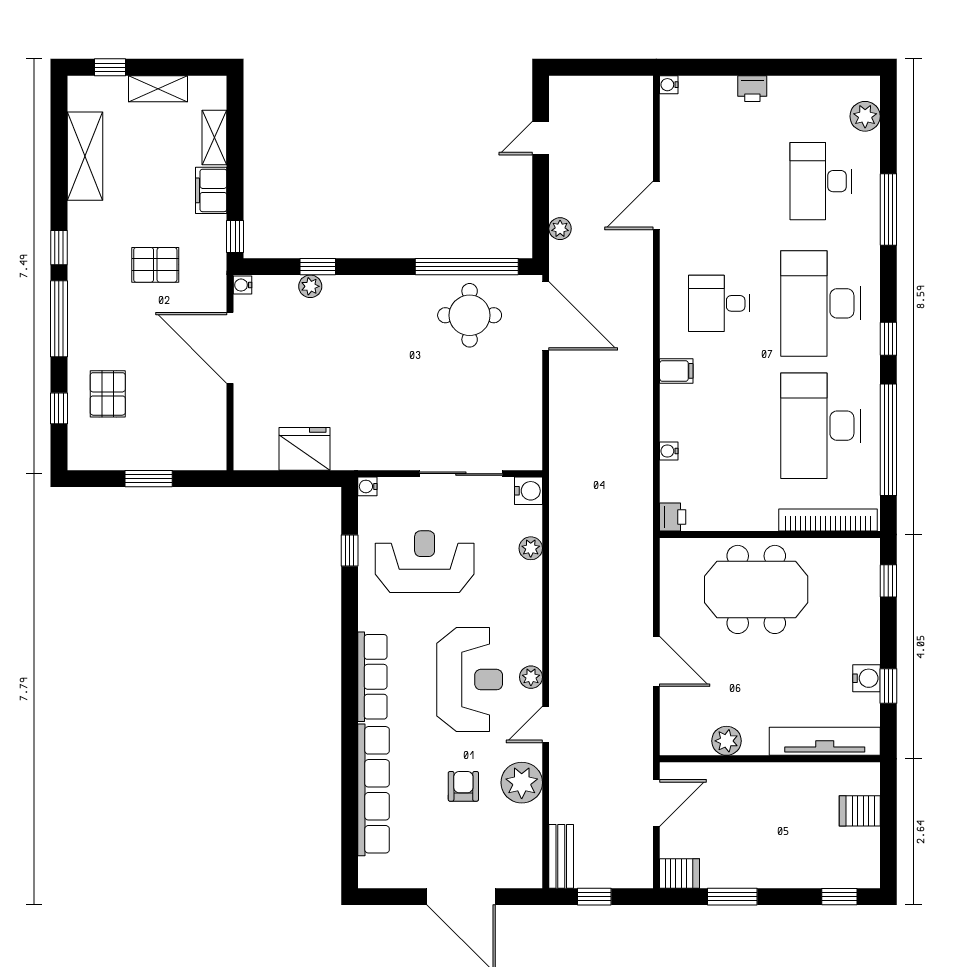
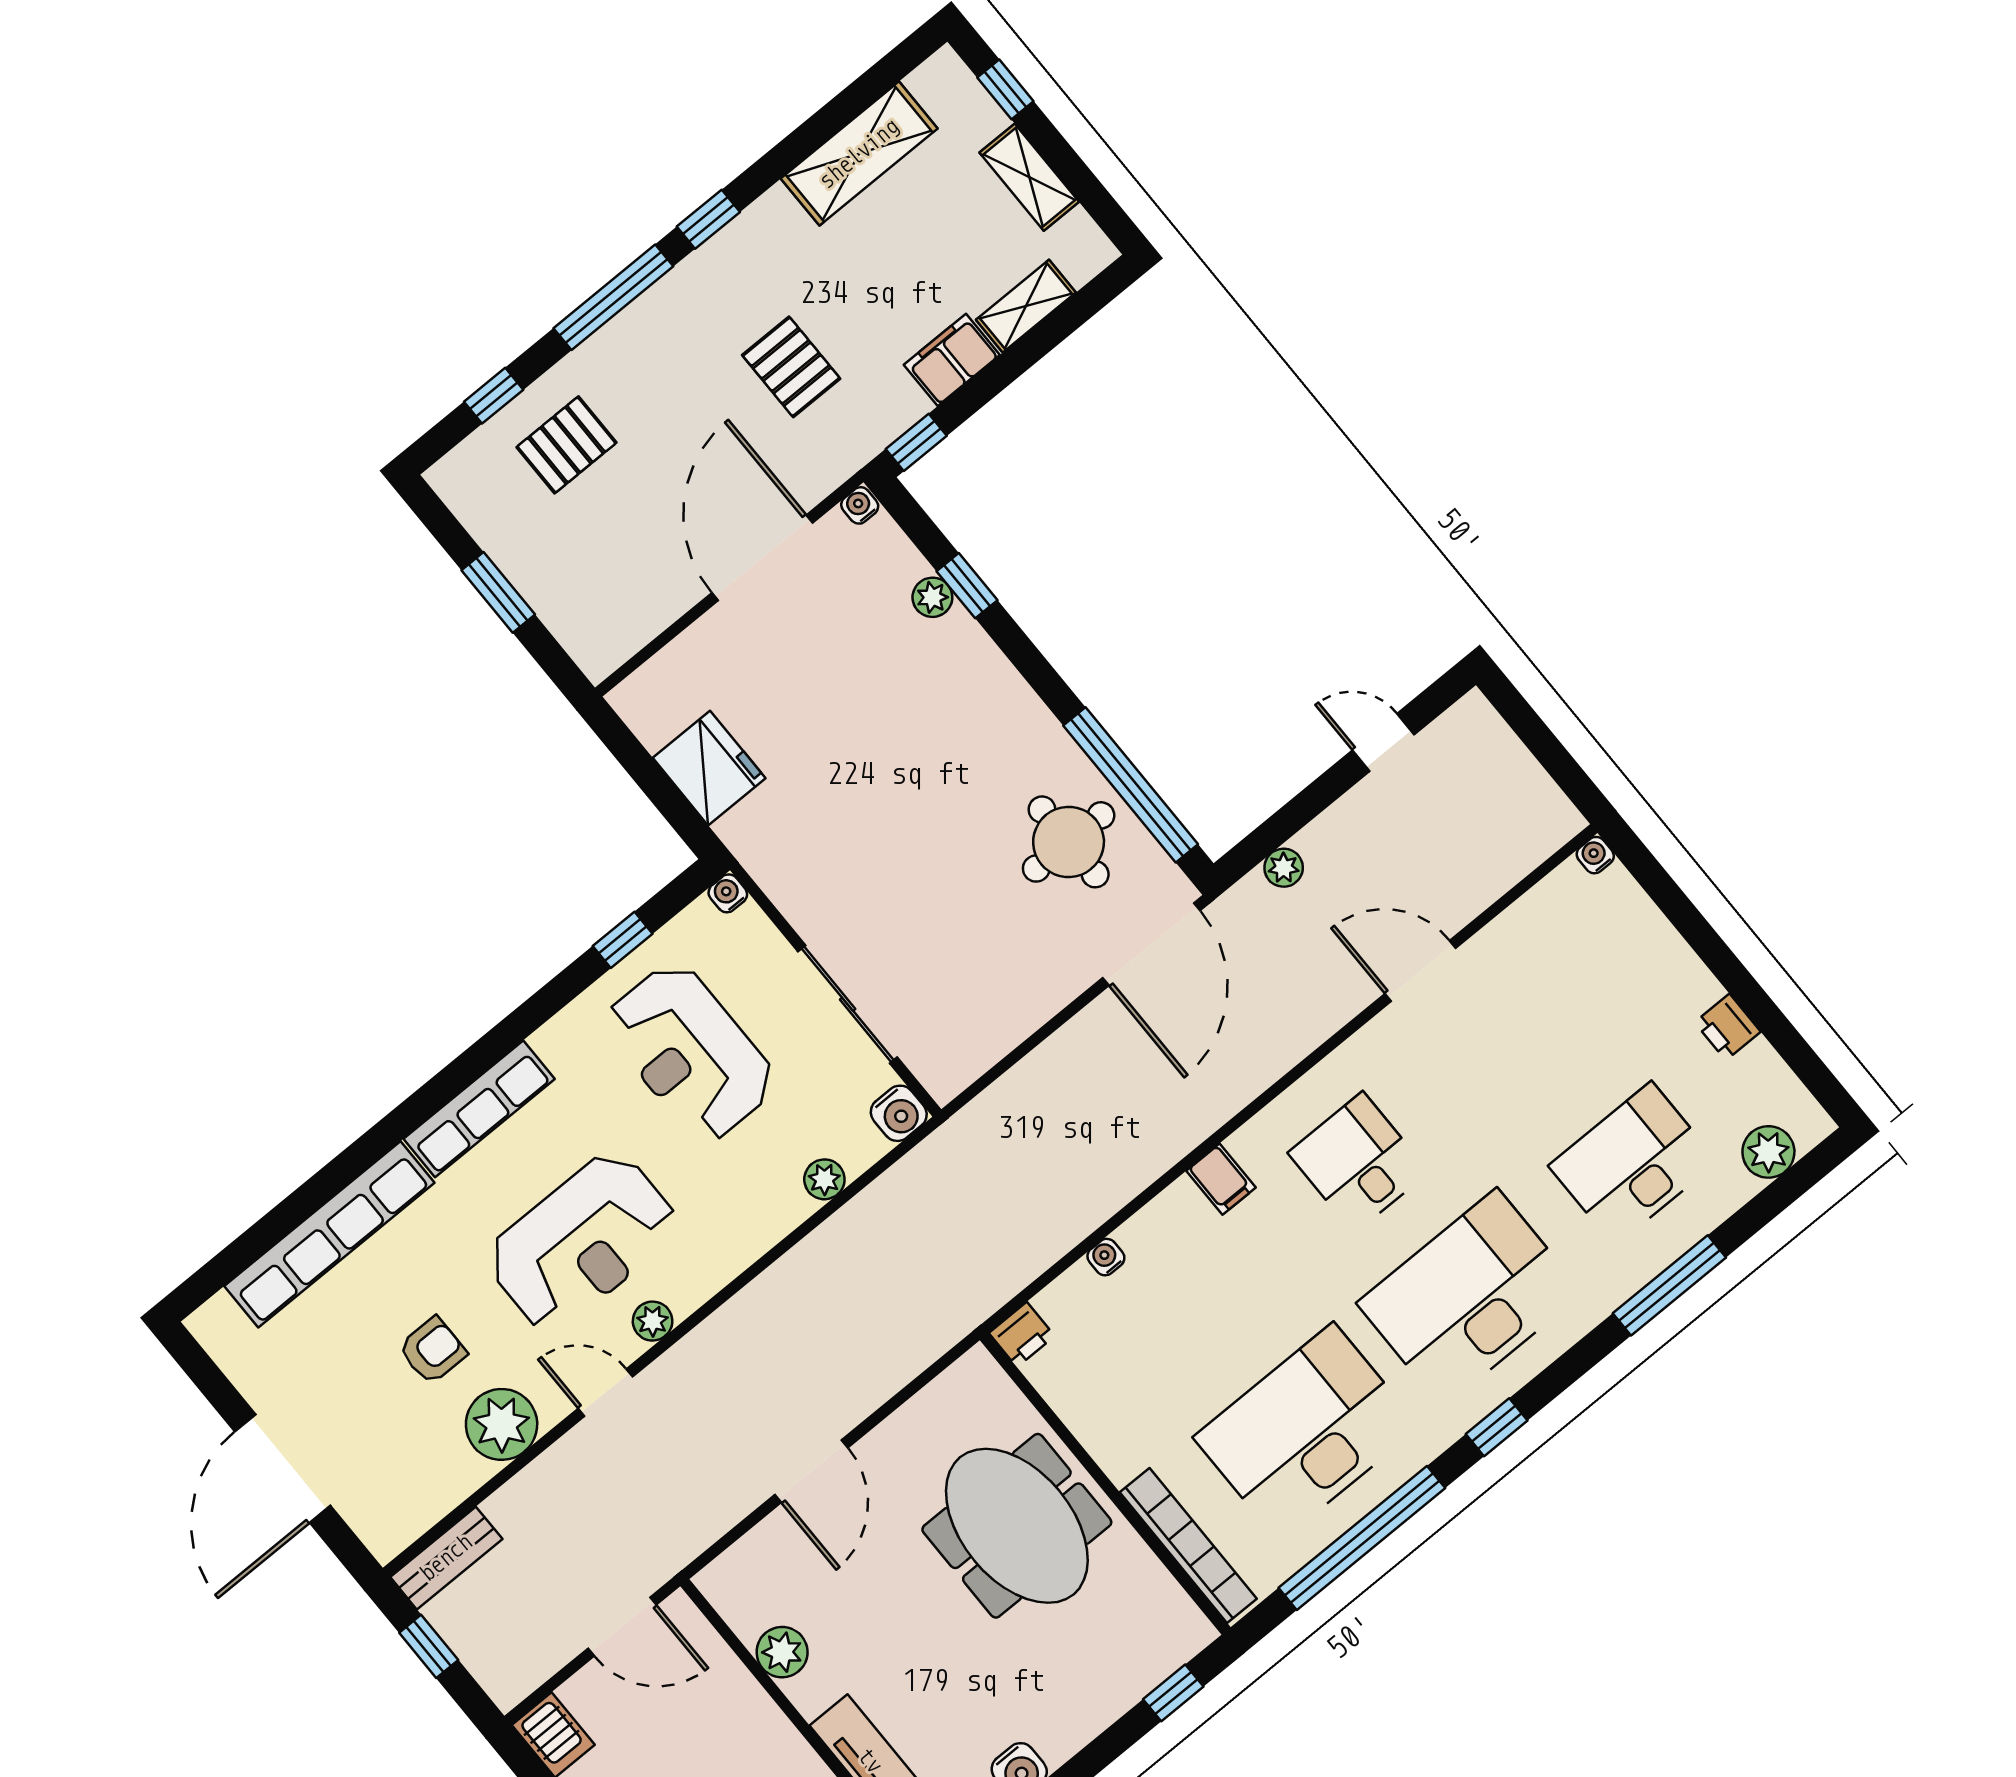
printer: (752, 89) -> (1728, 1027), moved
reception desk: (425, 562) -> (690, 1052), turned 180

